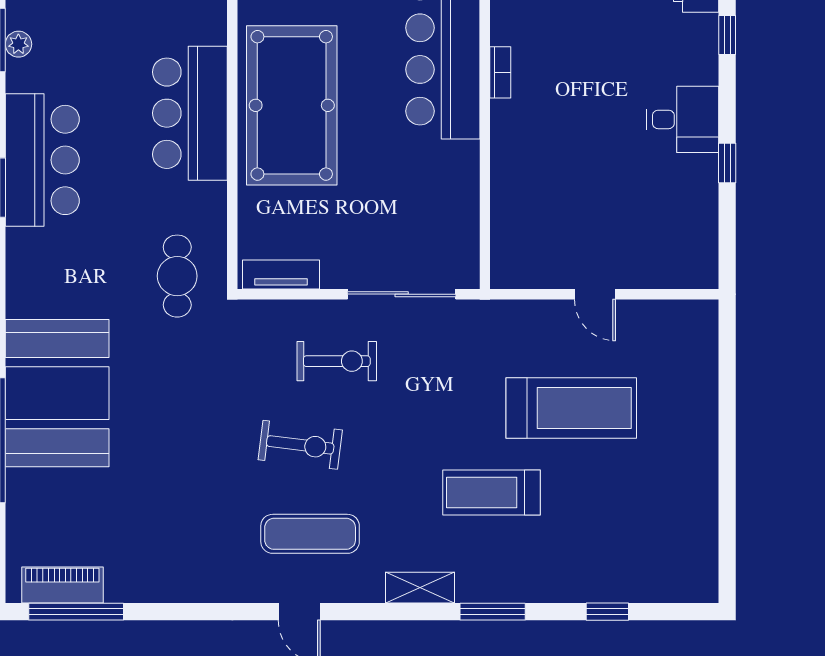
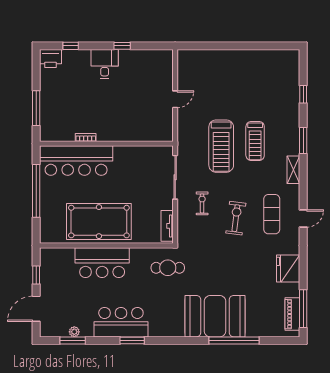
exercise bike: (337, 361) -> (202, 203), width x0.73, depth x0.72
treadmill: (571, 408) -> (221, 146), moved, turned 180
fridge: (175, 575) -> (288, 268), added

